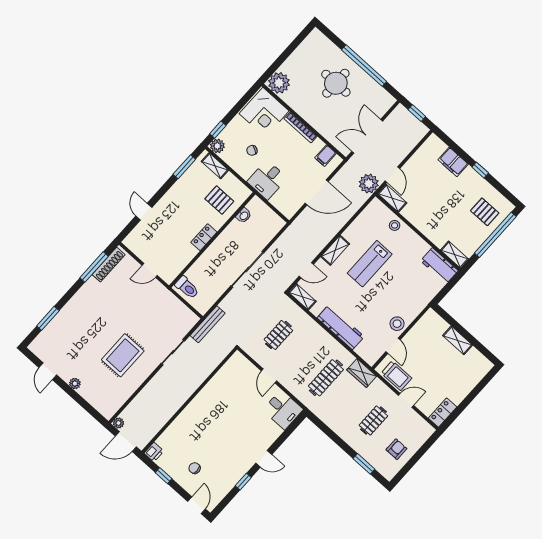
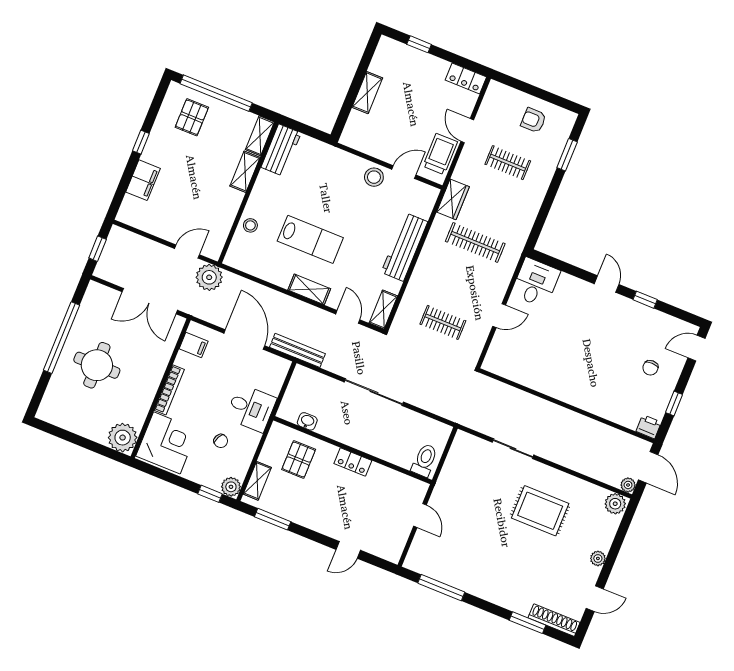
shelving: (392, 198) -> (245, 172), moved
shoe rack: (109, 265) -> (554, 620), moved
bench: (208, 324) -> (297, 350), moved
window: (478, 389) -> (419, 44), added
plant: (109, 409) -> (615, 504), added

